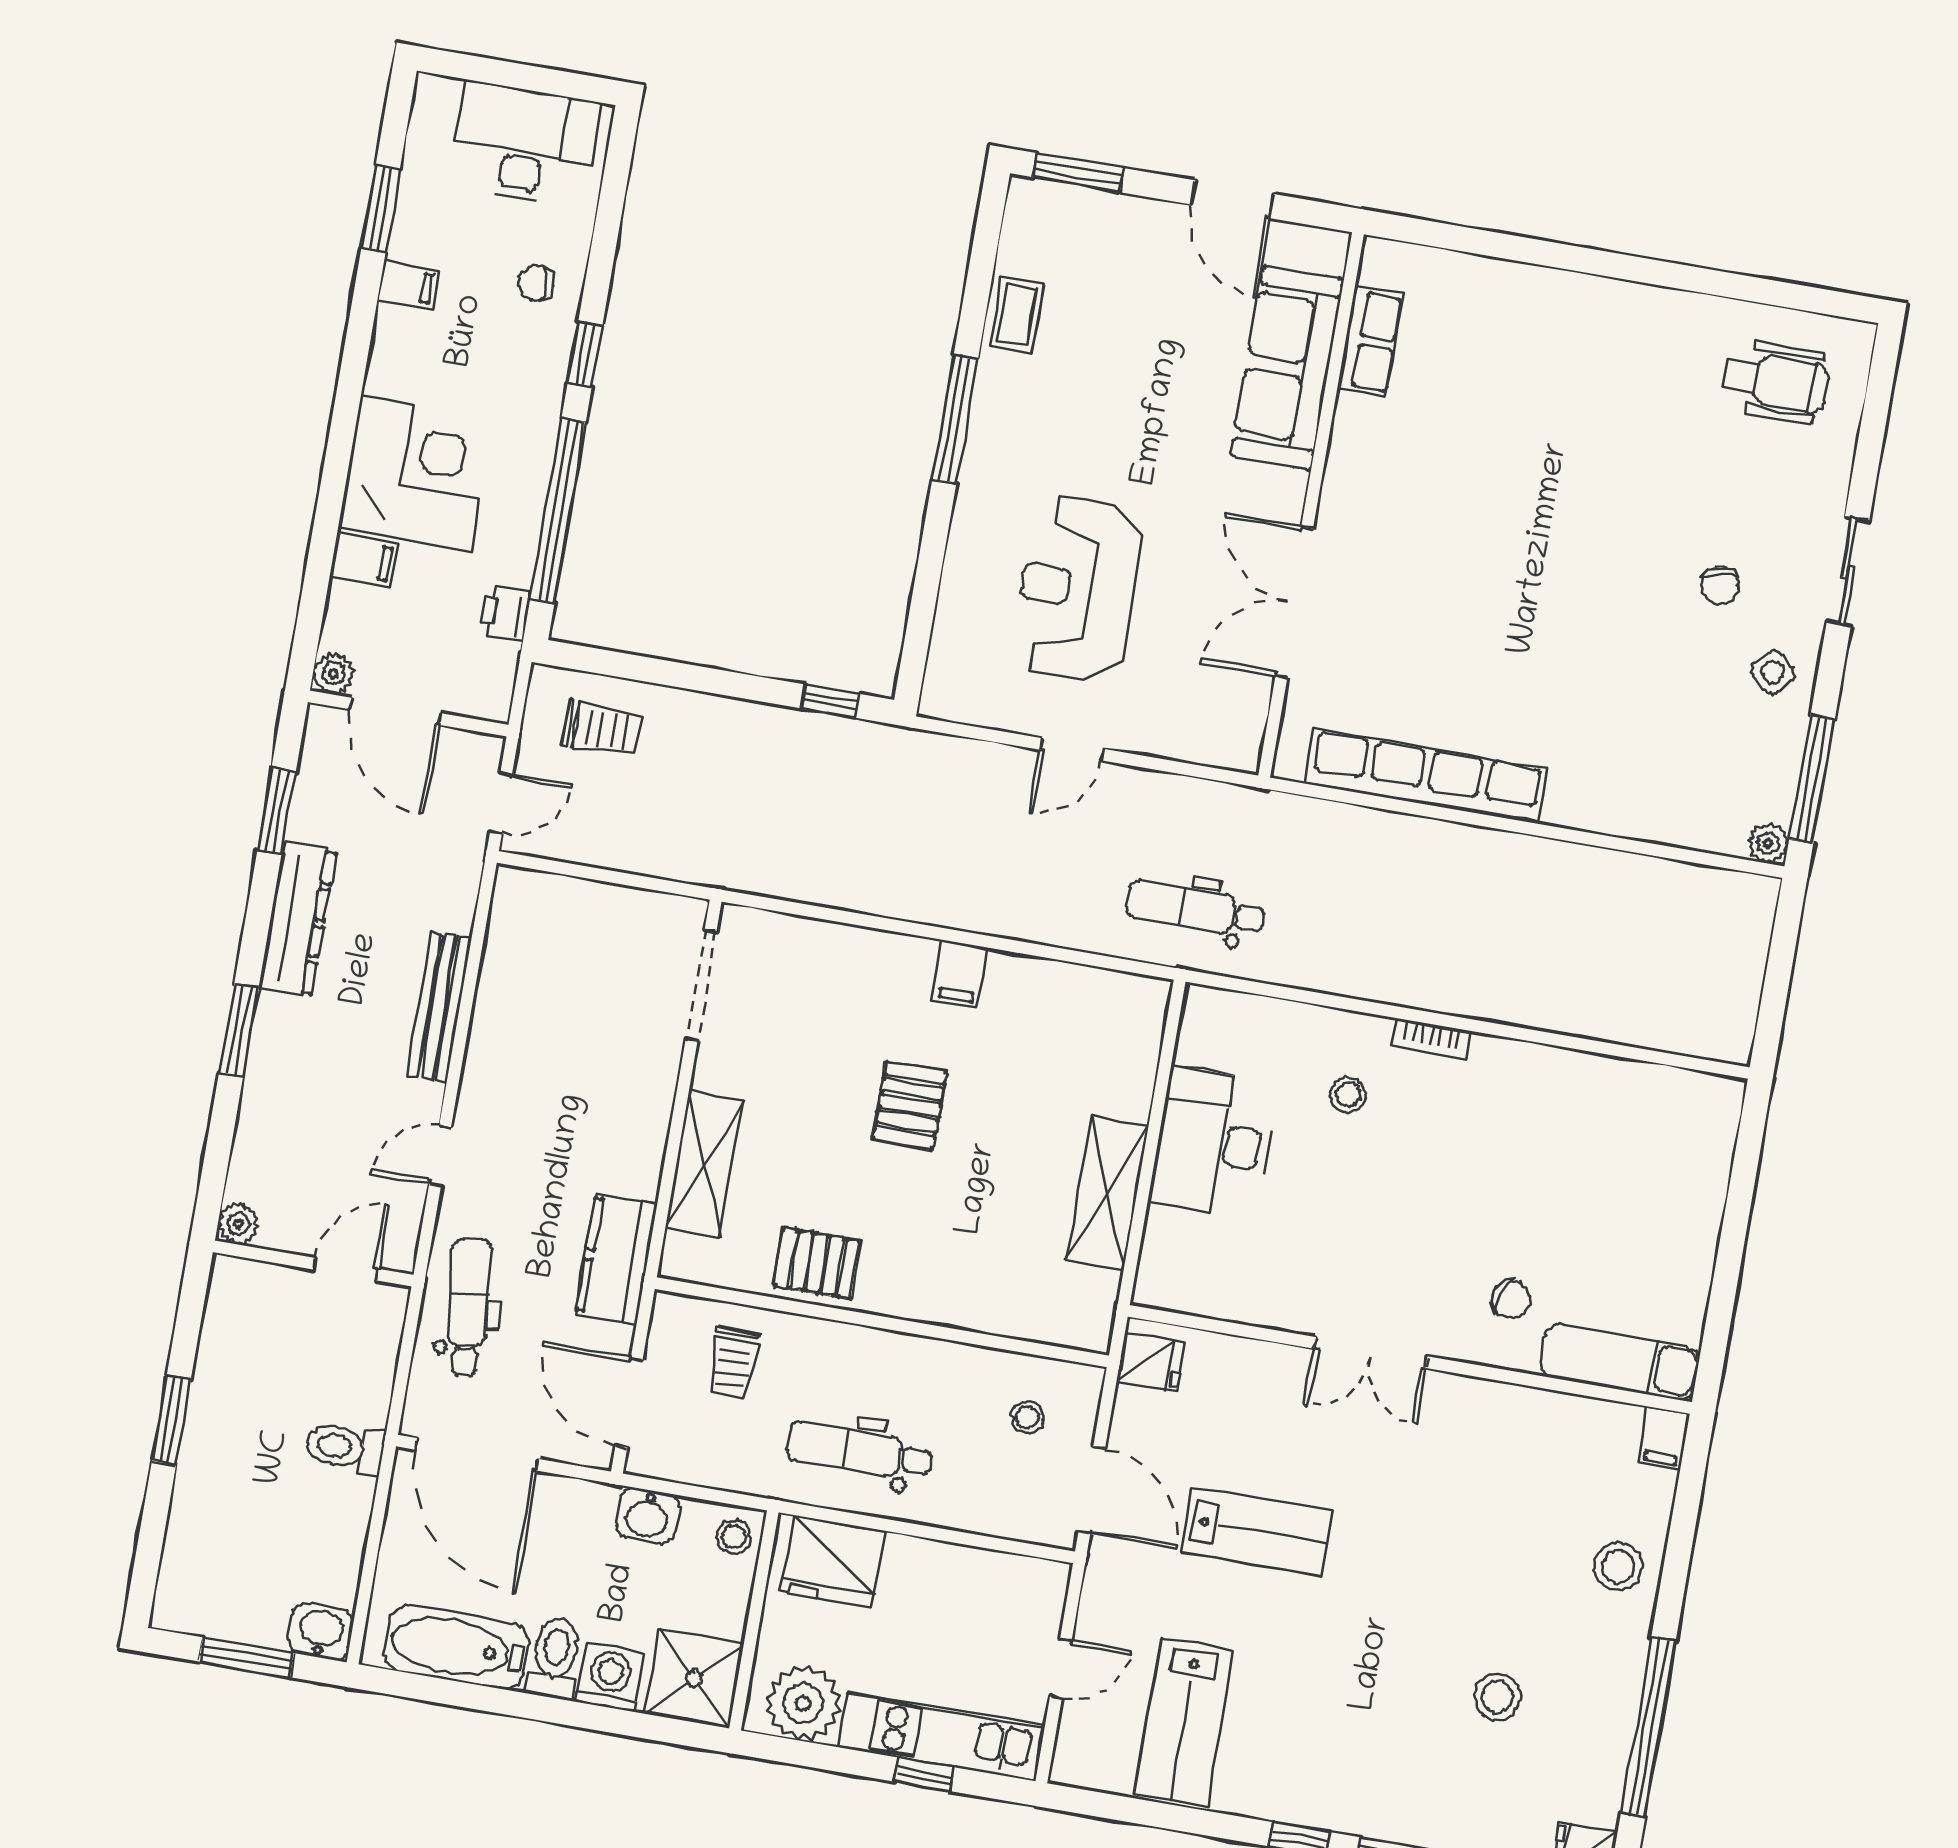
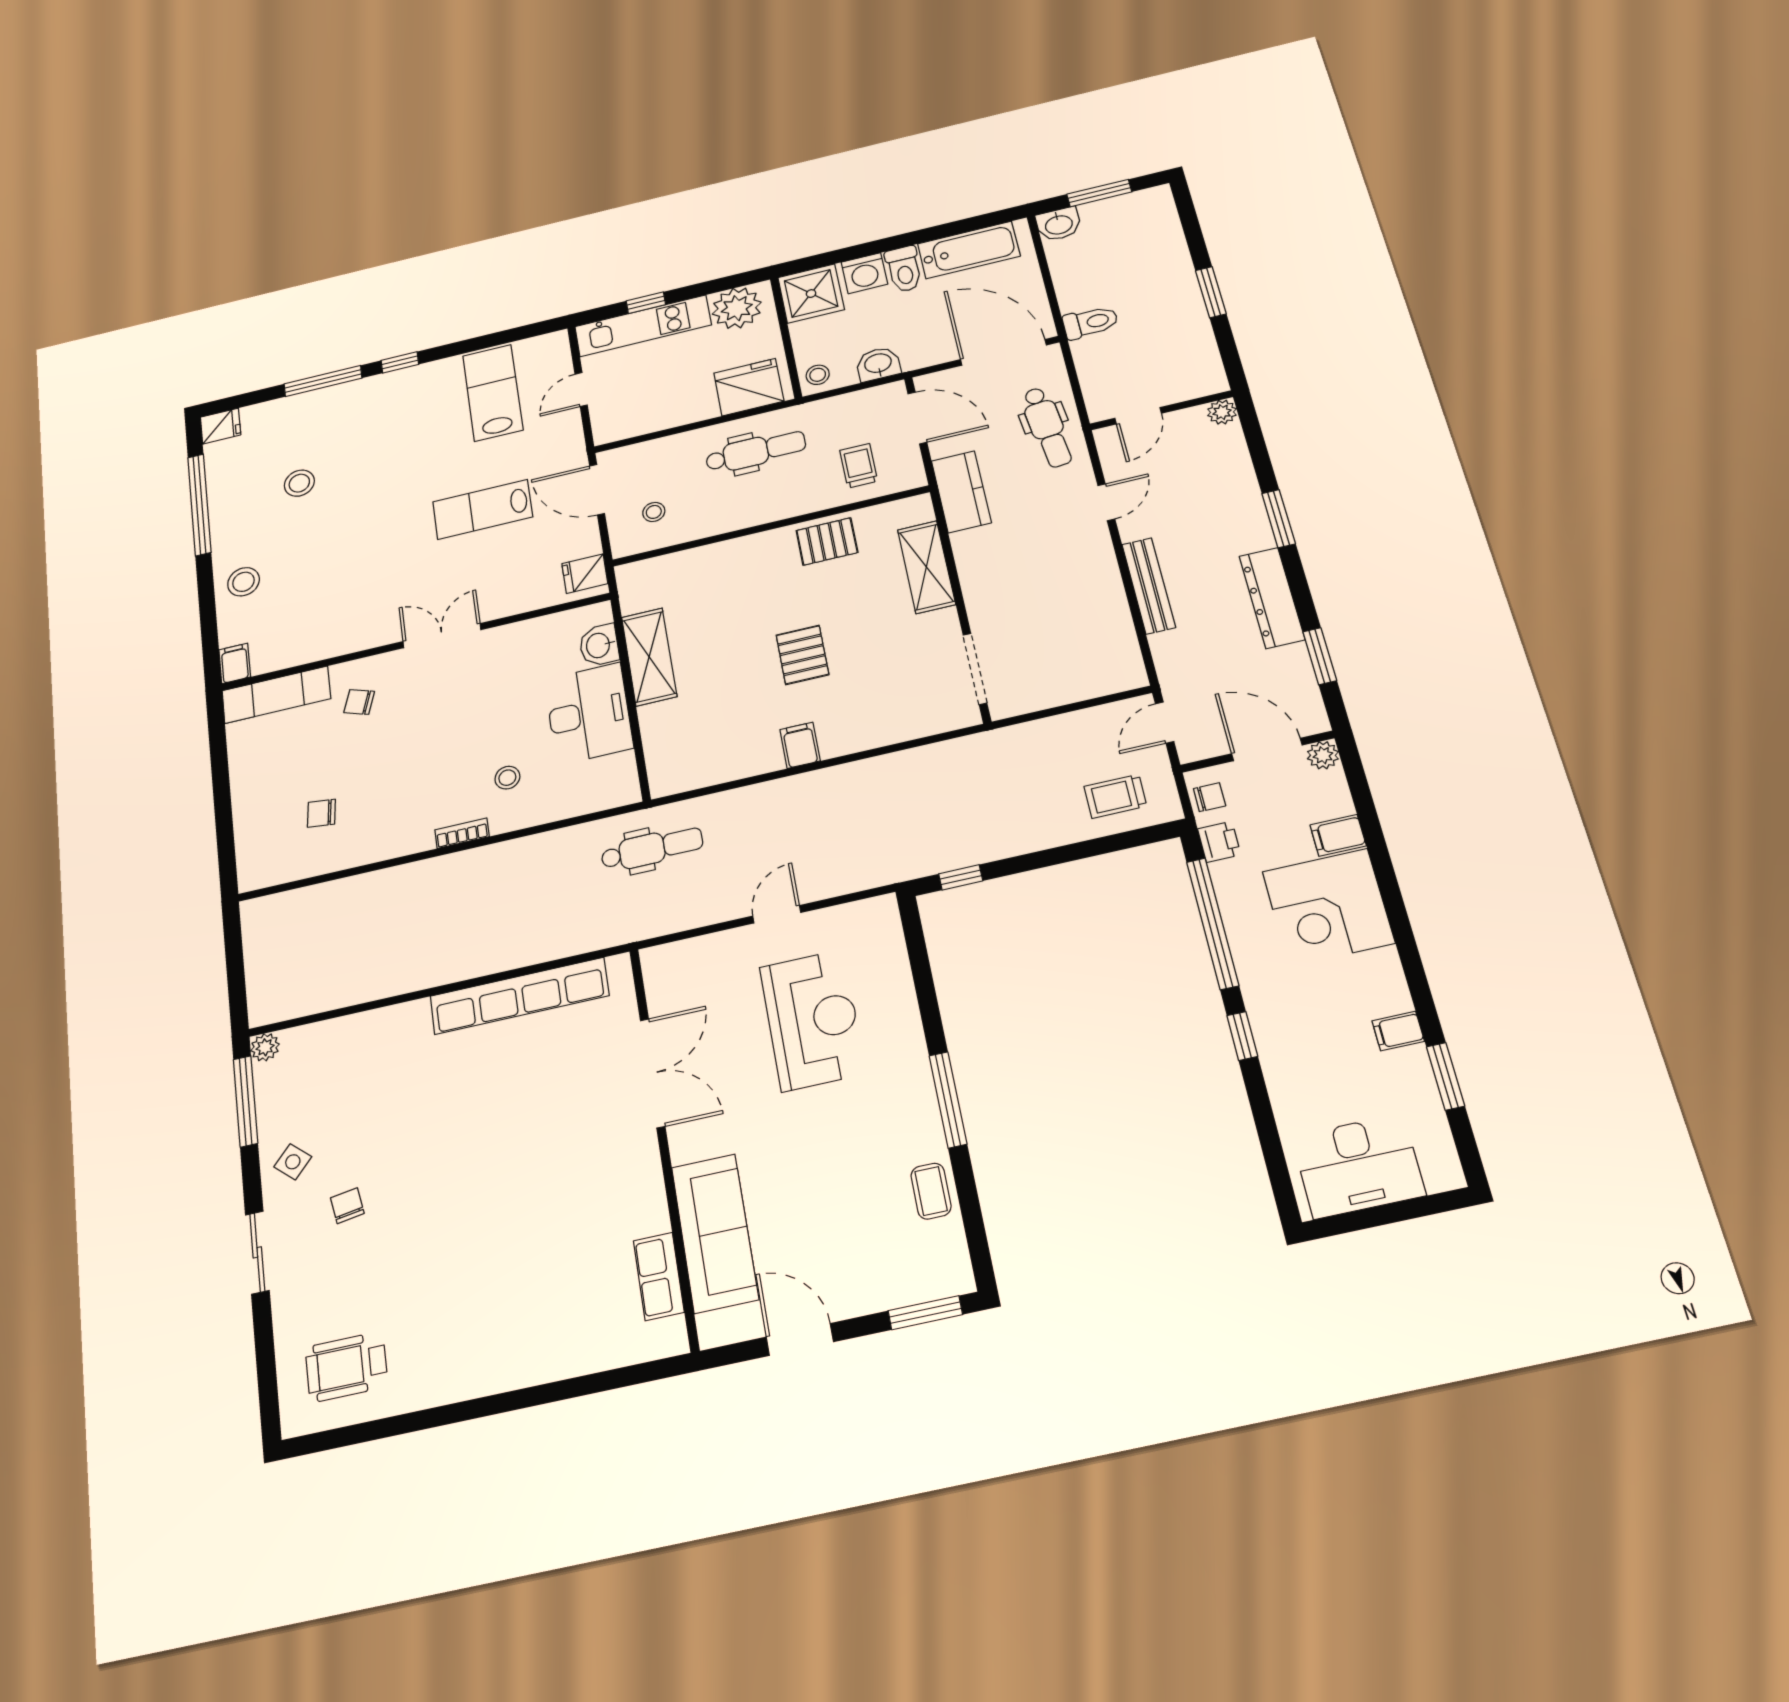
chair: (536, 283) -> (1209, 797), moved
chair: (1607, 1151) -> (321, 813), added
washbasin: (1167, 1241) -> (599, 645), added

